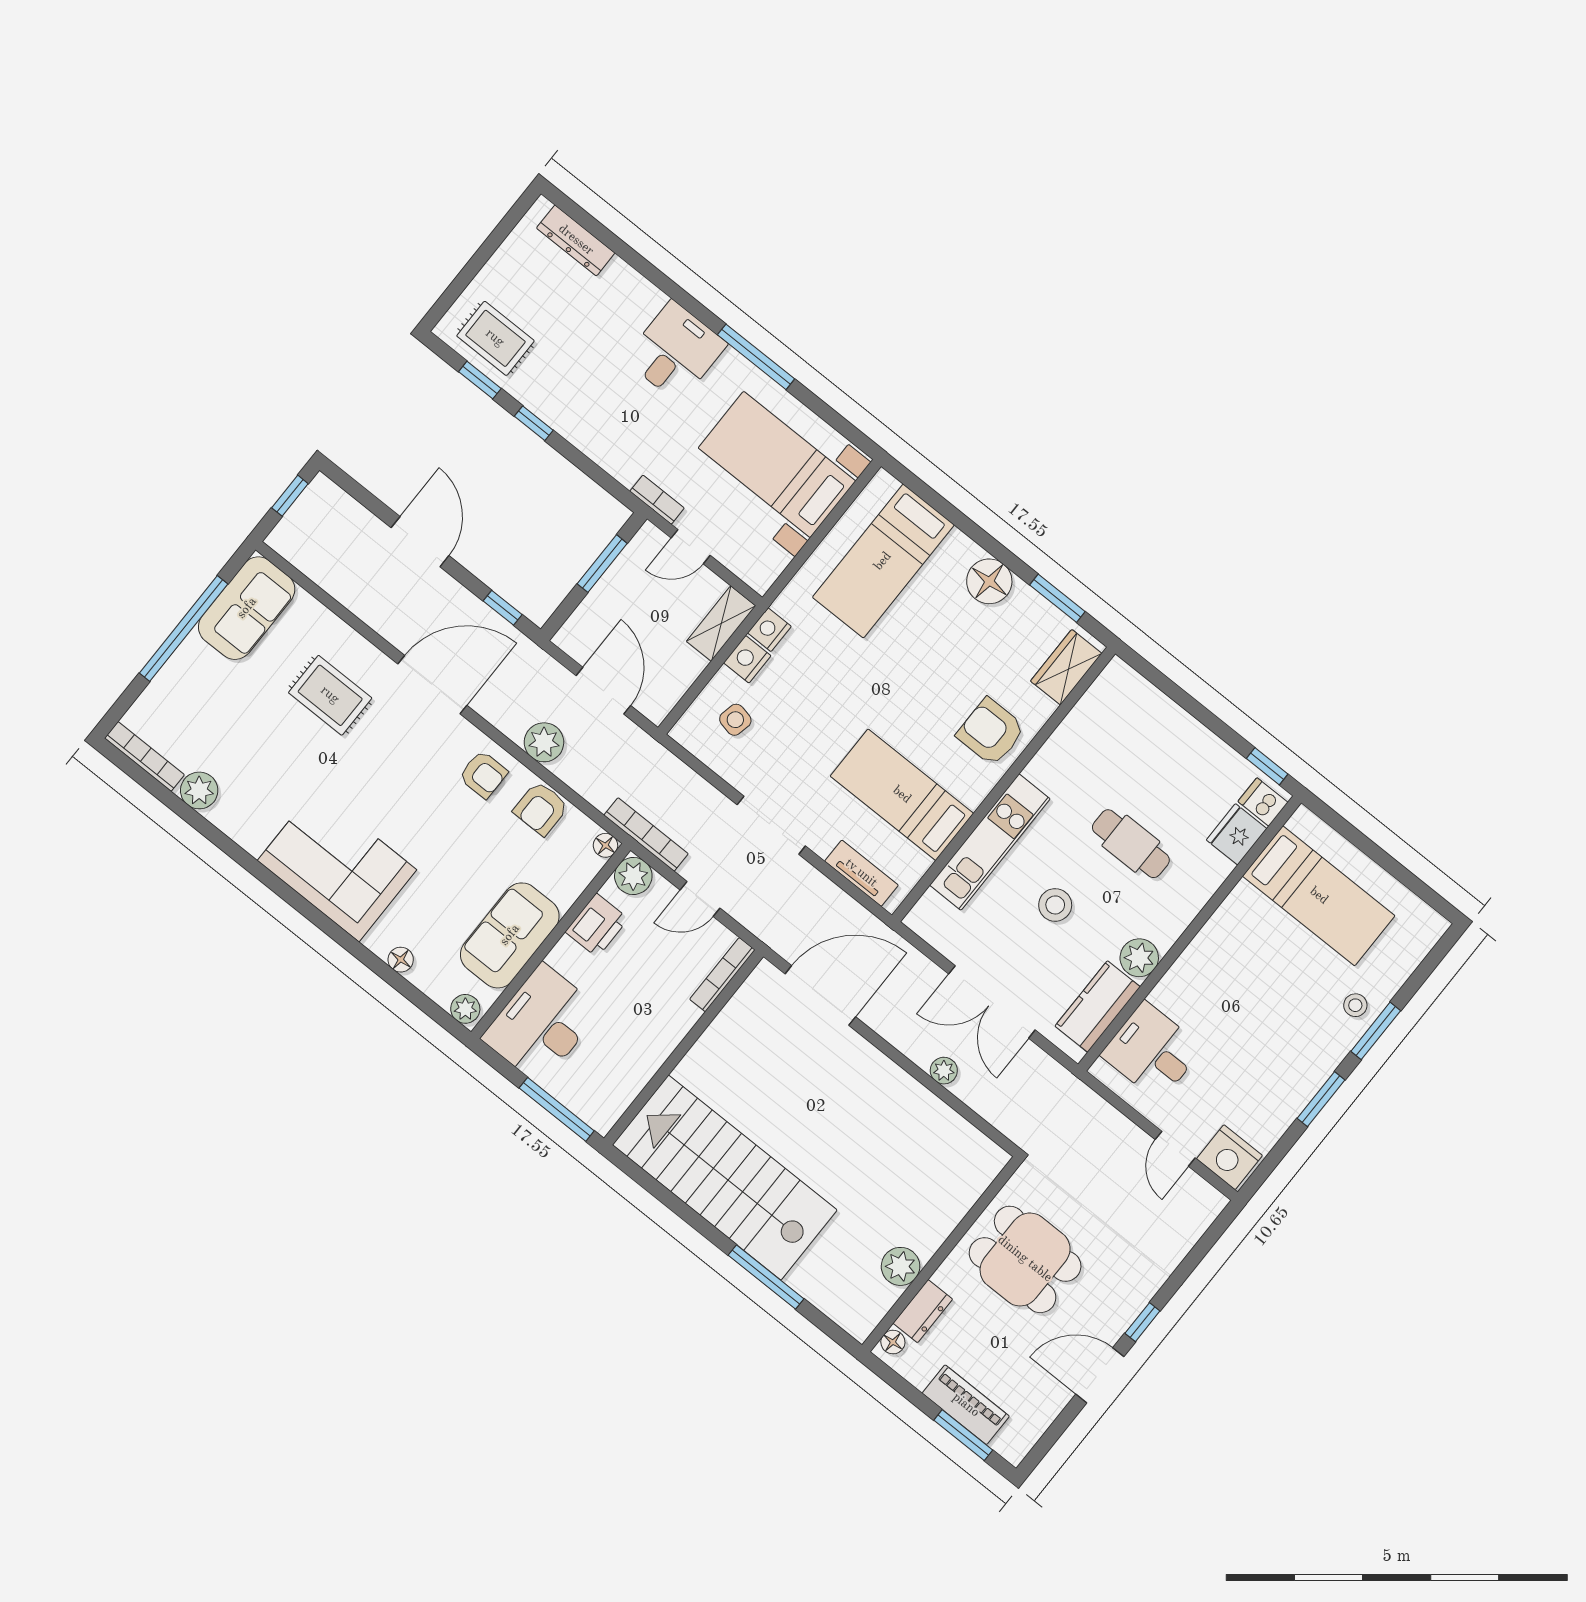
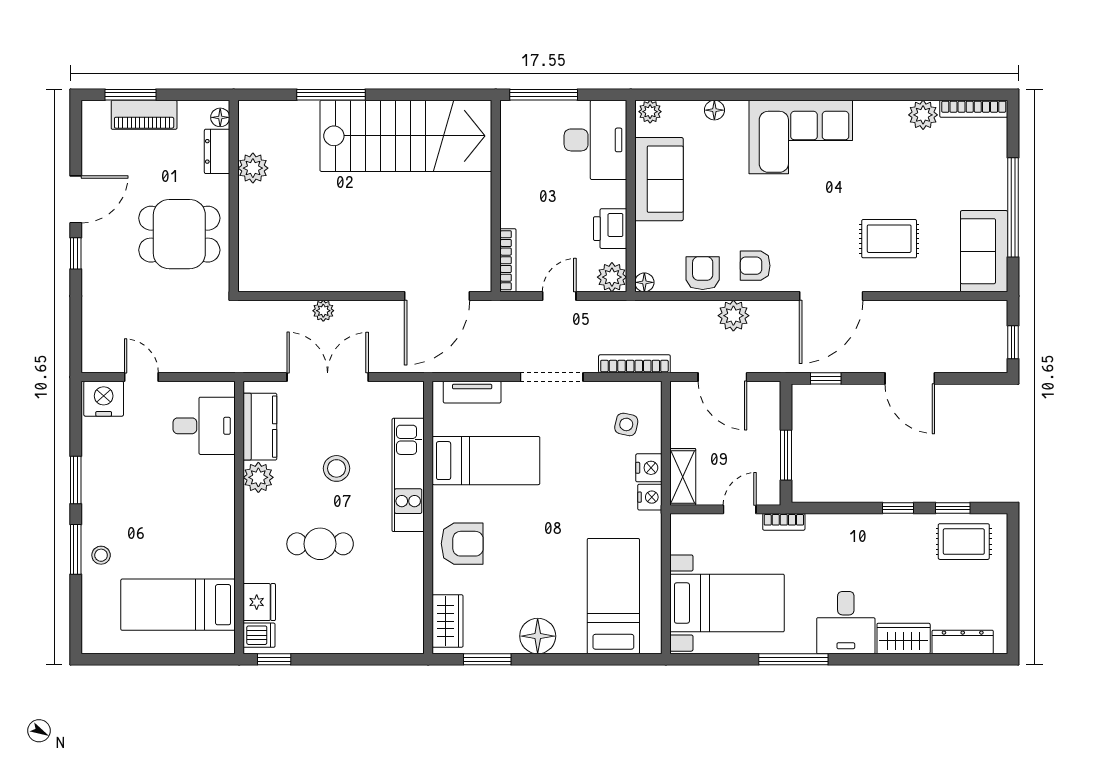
wardrobe: (631, 290) -> (904, 639), added
bookcase: (646, 835) -> (634, 364), moved, turned 180

